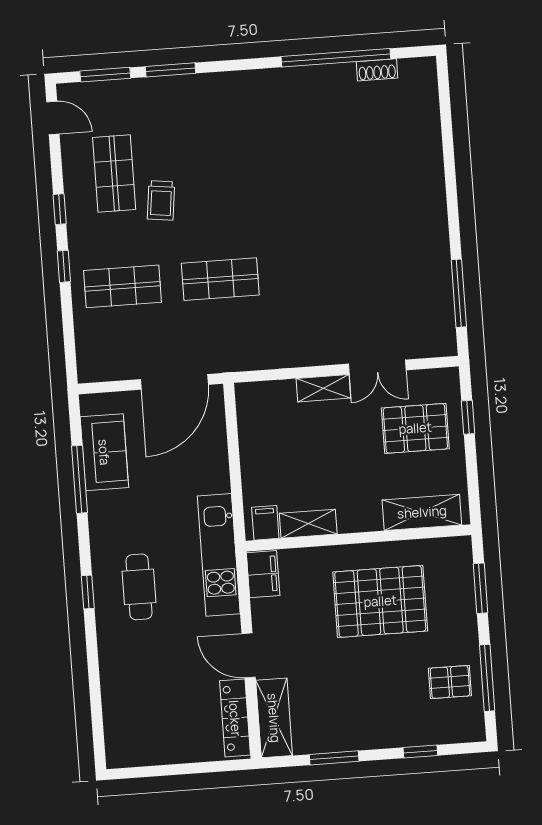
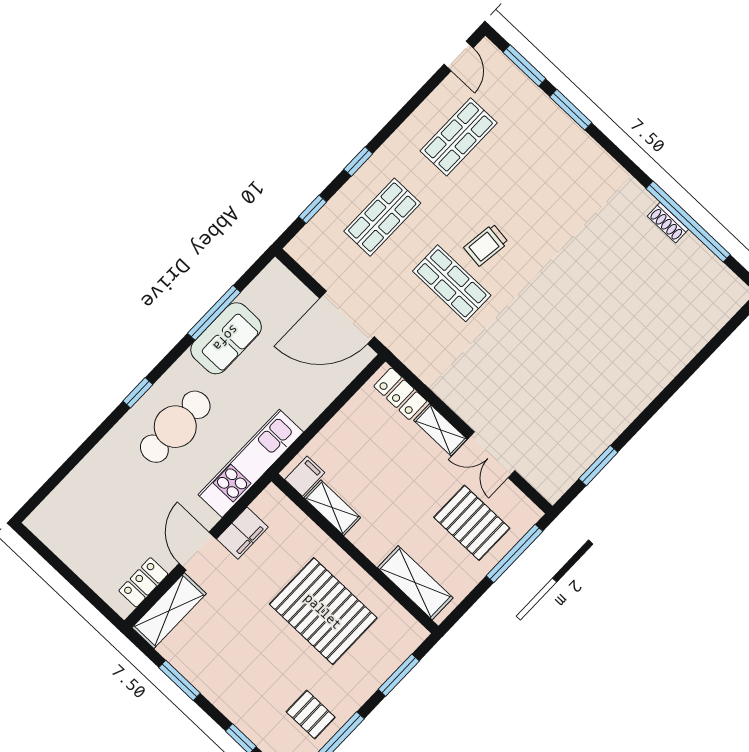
shoe rack: (377, 70) -> (668, 223), moved
trolley: (161, 200) -> (486, 245), moved
window: (60, 209) -> (313, 209), moved
shop shelf: (122, 286) -> (382, 217), turned 90
window: (459, 293) -> (598, 465), width x0.69
locker: (268, 394) -> (400, 394), added
window: (468, 417) -> (514, 554), width x2.17
sofa: (104, 452) -> (226, 338), moved
filing cabinet: (263, 574) -> (242, 533), moved
cafe table: (139, 587) -> (175, 427), width x1.37, depth x1.35
locker: (235, 718) -> (143, 582), width x0.66

